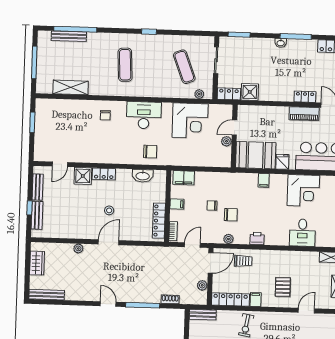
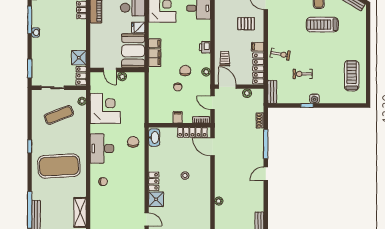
exercise mat: (125, 65) -> (59, 166), width x2.00, depth x1.45
washbasin: (143, 176) -> (154, 137), moved
filing cabinet: (184, 178) -> (155, 58), moved
door: (109, 242) -> (212, 147), moved

